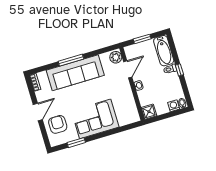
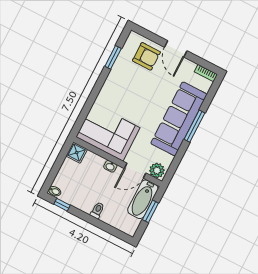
bathtub: (164, 51) -> (143, 199), moved, turned -90
door: (128, 69) -> (135, 171), hinge flipped
window: (179, 70) -> (62, 205), moved
washing machine: (174, 106) -> (60, 181), removed
corner sofa: (95, 119) -> (108, 132), moved, turned -90

